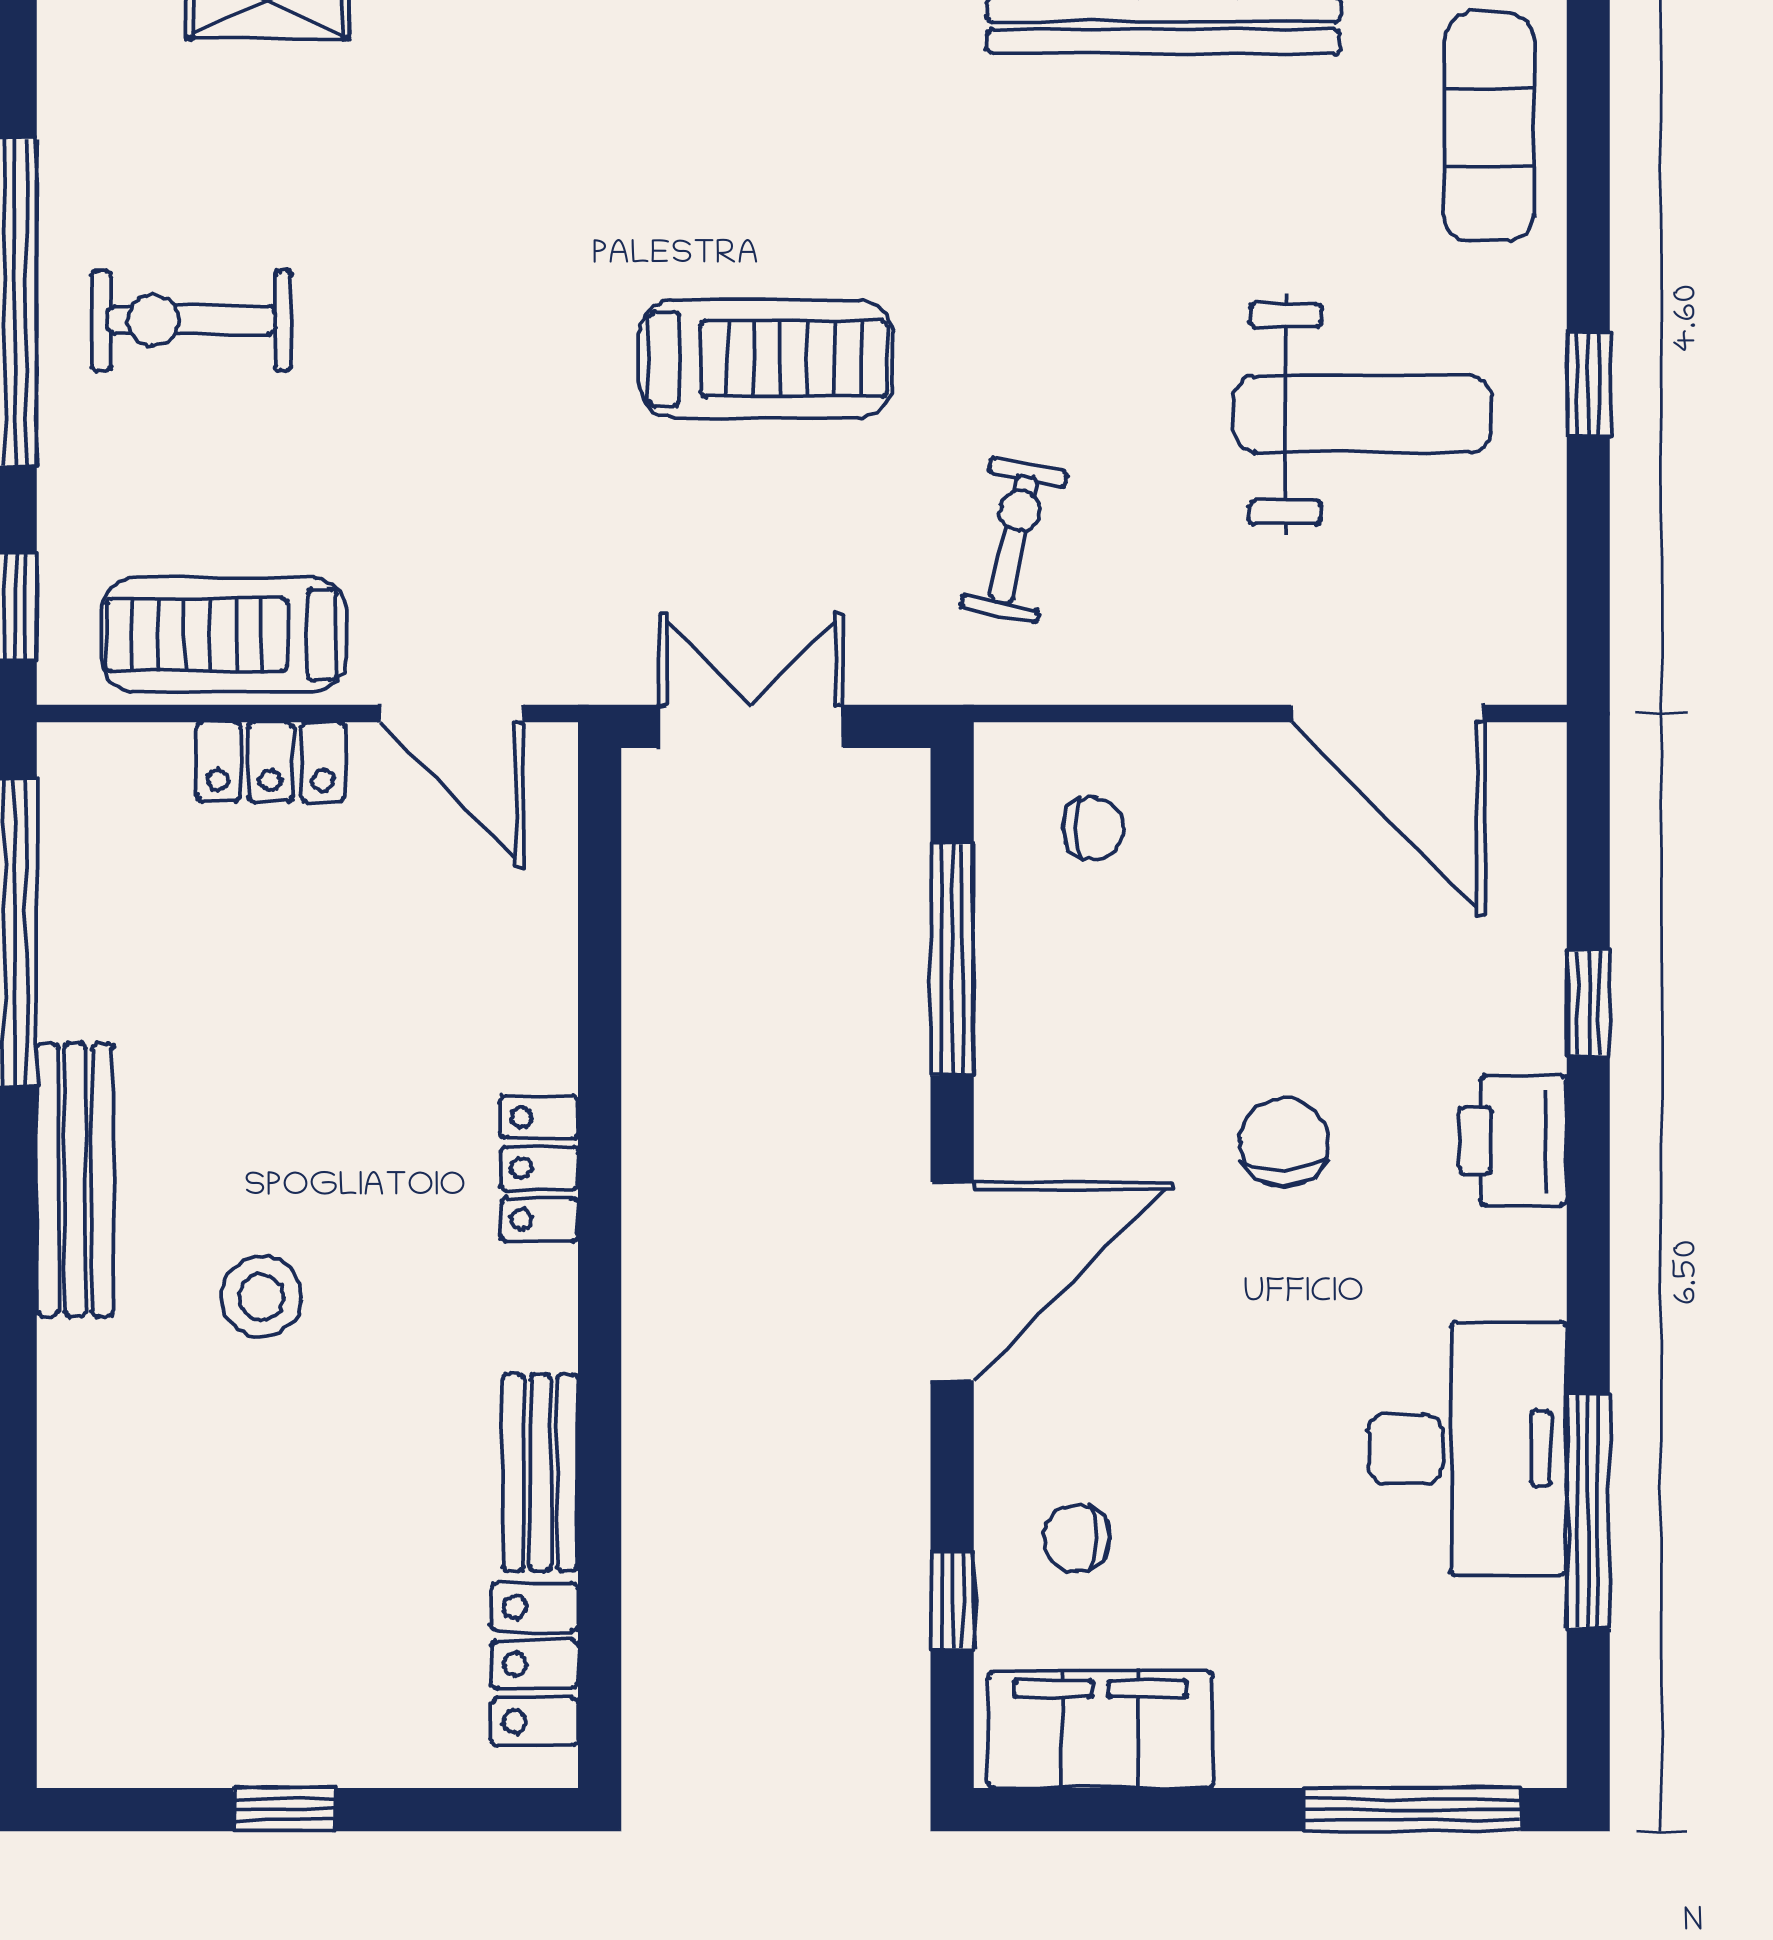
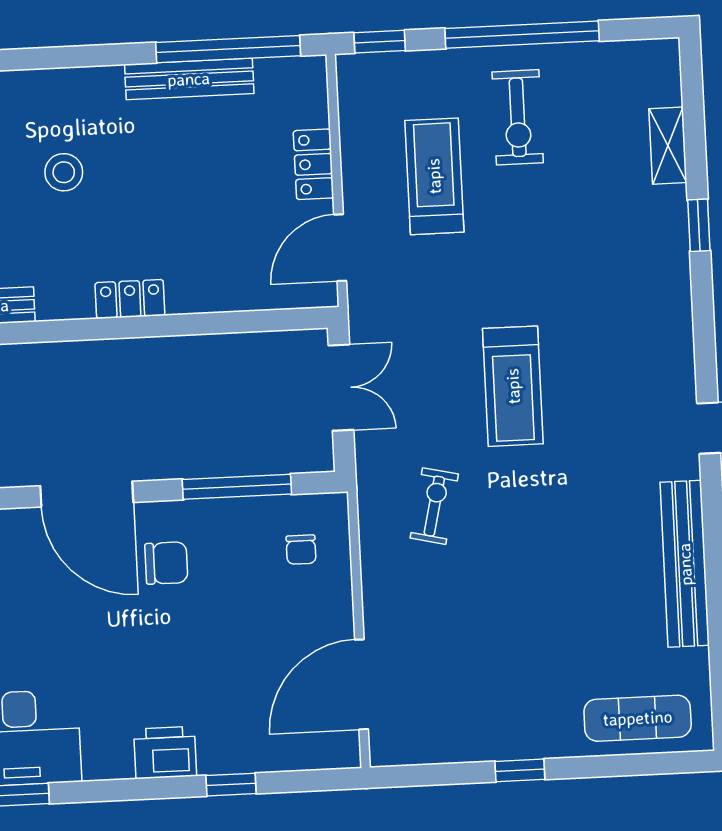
exercise bike: (191, 320) -> (518, 117), turned 180
weight bench: (1363, 414) -> (501, 666), removed
exercise bike: (1014, 539) -> (434, 506), turned -89
treadmill: (224, 635) -> (434, 176), moved
chair: (1284, 1142) -> (166, 563), moved
bench: (75, 1180) -> (189, 79), moved

